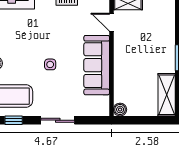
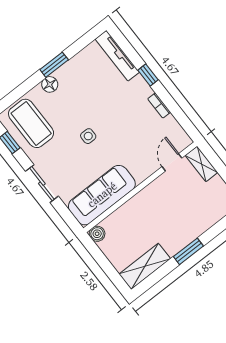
sofa: (97, 65) -> (102, 195), moved

